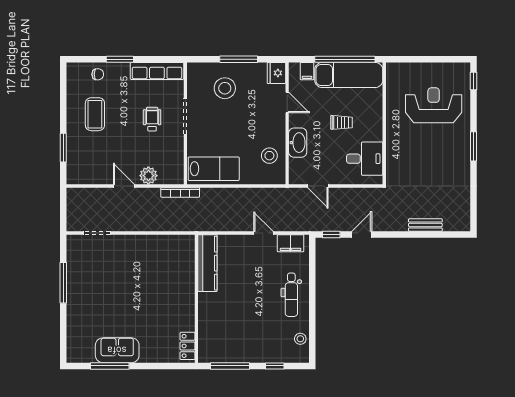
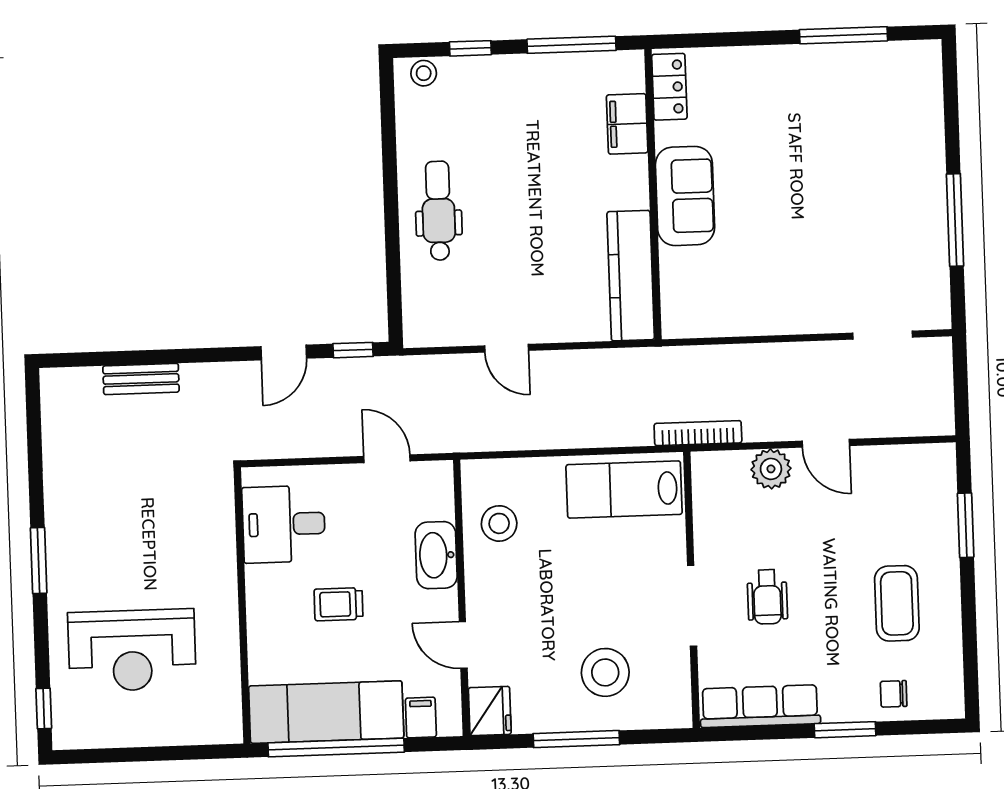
filing cabinet: (291, 243) -> (627, 124), moved, turned -90
stool: (300, 339) -> (424, 73), moved
sofa: (117, 350) -> (685, 196), moved, turned -90

